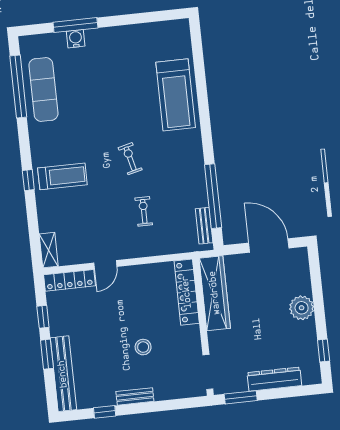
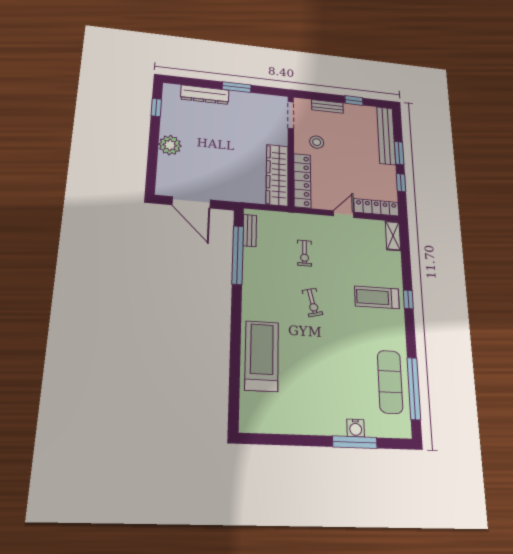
locker: (187, 292) -> (302, 181), moved
wardrobe: (215, 293) -> (277, 175), moved
wall: (203, 327) -> (291, 150), moved
doorway: (208, 372) -> (291, 115), moved

